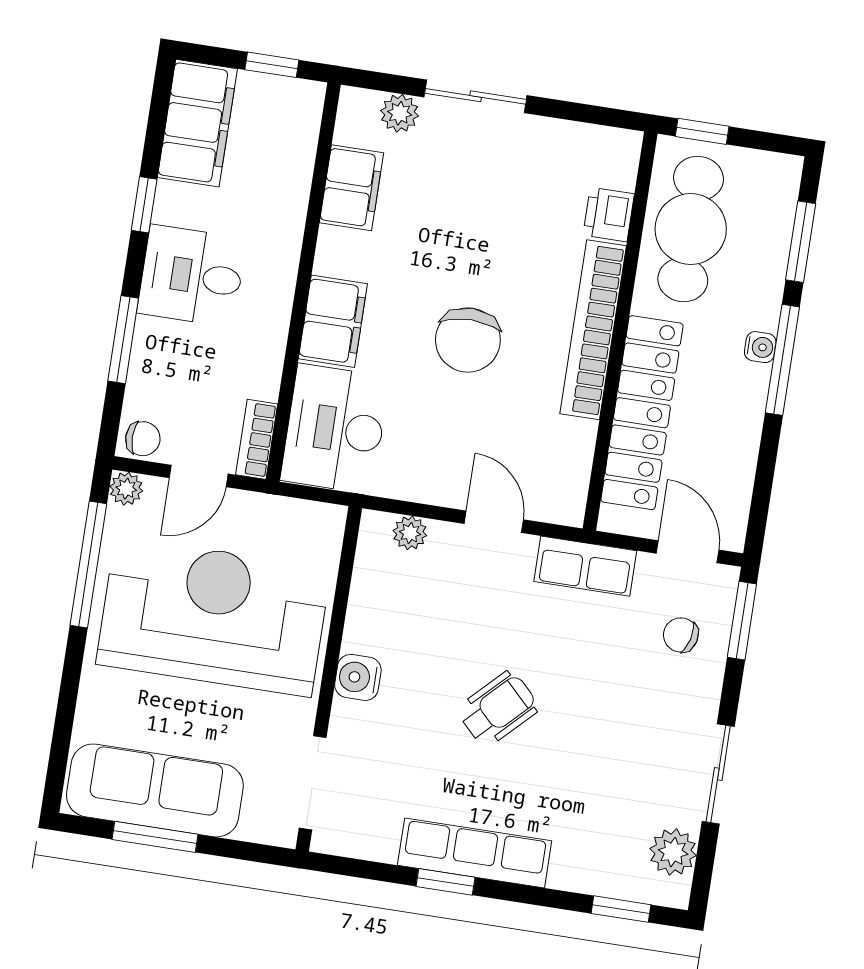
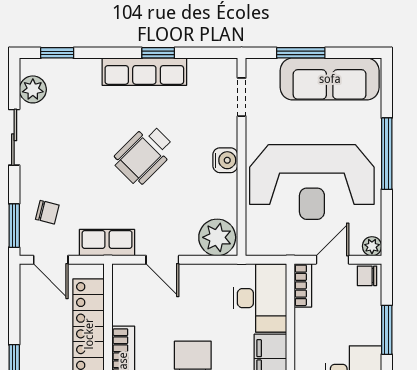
plant: (410, 533) -> (217, 237), width x1.87, depth x1.87
window: (88, 564) -> (387, 154), moved
wheelchair: (498, 709) -> (144, 155), width x1.36, depth x1.37
doorway: (313, 783) -> (242, 97), width x0.73
window: (155, 837) -> (301, 53), moved

